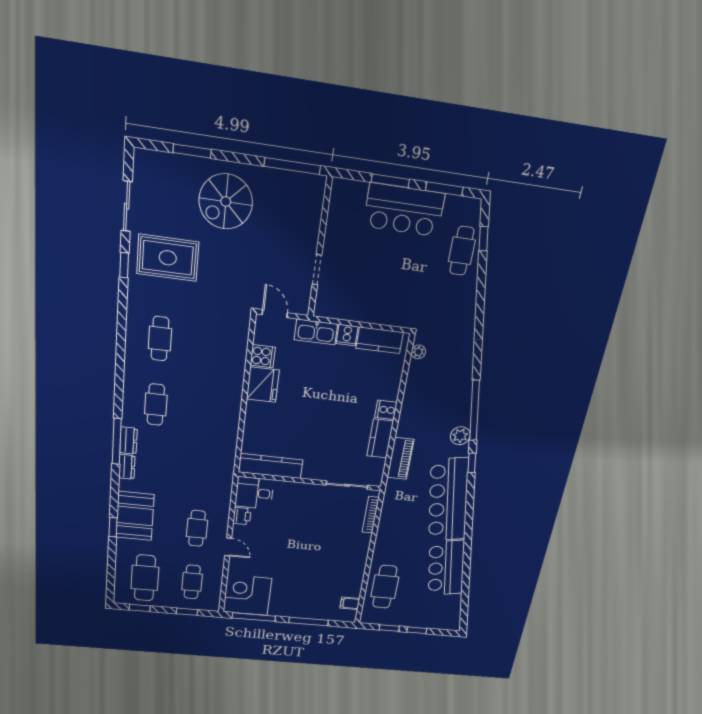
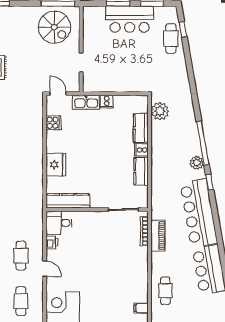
spiral stairs: (226, 202) -> (54, 27), moved, turned -90
kitchen counter: (380, 340) -> (141, 128), moved, turned 90
plant: (418, 352) -> (160, 111), width x1.87, depth x1.87
fridge: (263, 385) -> (56, 165), moved
piano: (400, 458) -> (158, 236), moved
cafe table: (385, 587) -> (165, 291), width x0.73, depth x0.74

